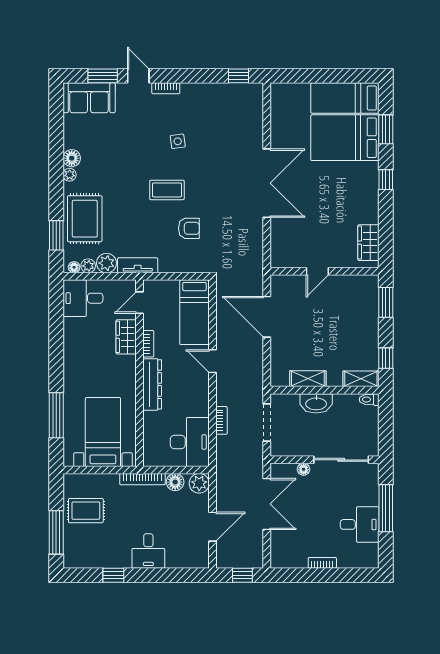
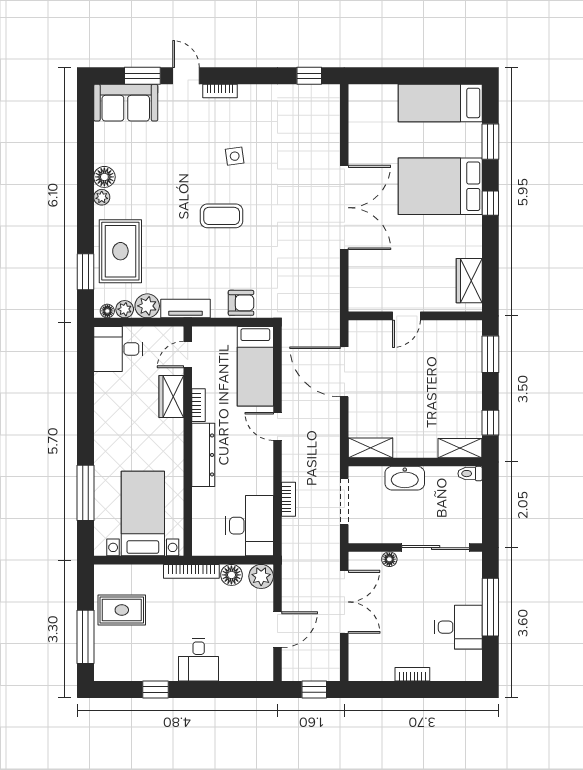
bed: (345, 138) -> (440, 186), moved
armchair: (189, 228) -> (241, 303), moved
shelving: (308, 379) -> (371, 448), moved

